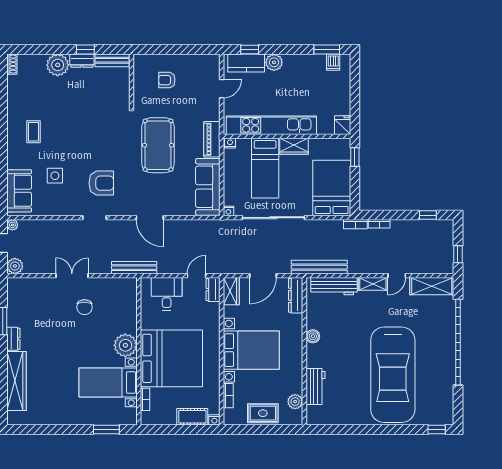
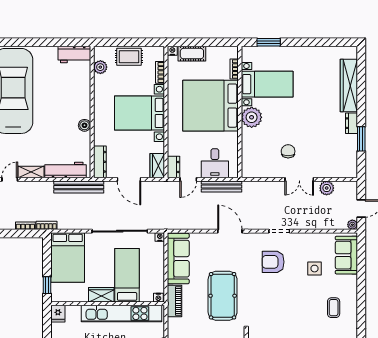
plant: (15, 266) -> (327, 188), moved
bench: (134, 268) -> (222, 186), moved
door: (263, 276) -> (129, 179), swing flipped
workbench: (315, 387) -> (74, 55), moved, turned -90

